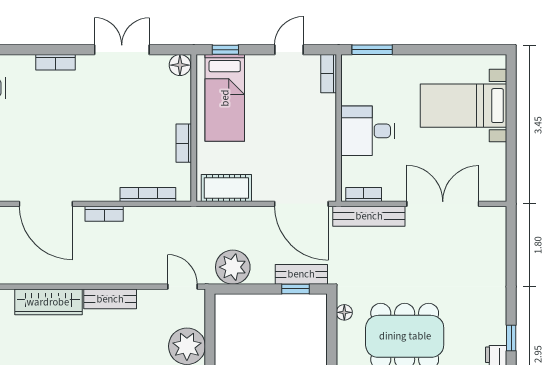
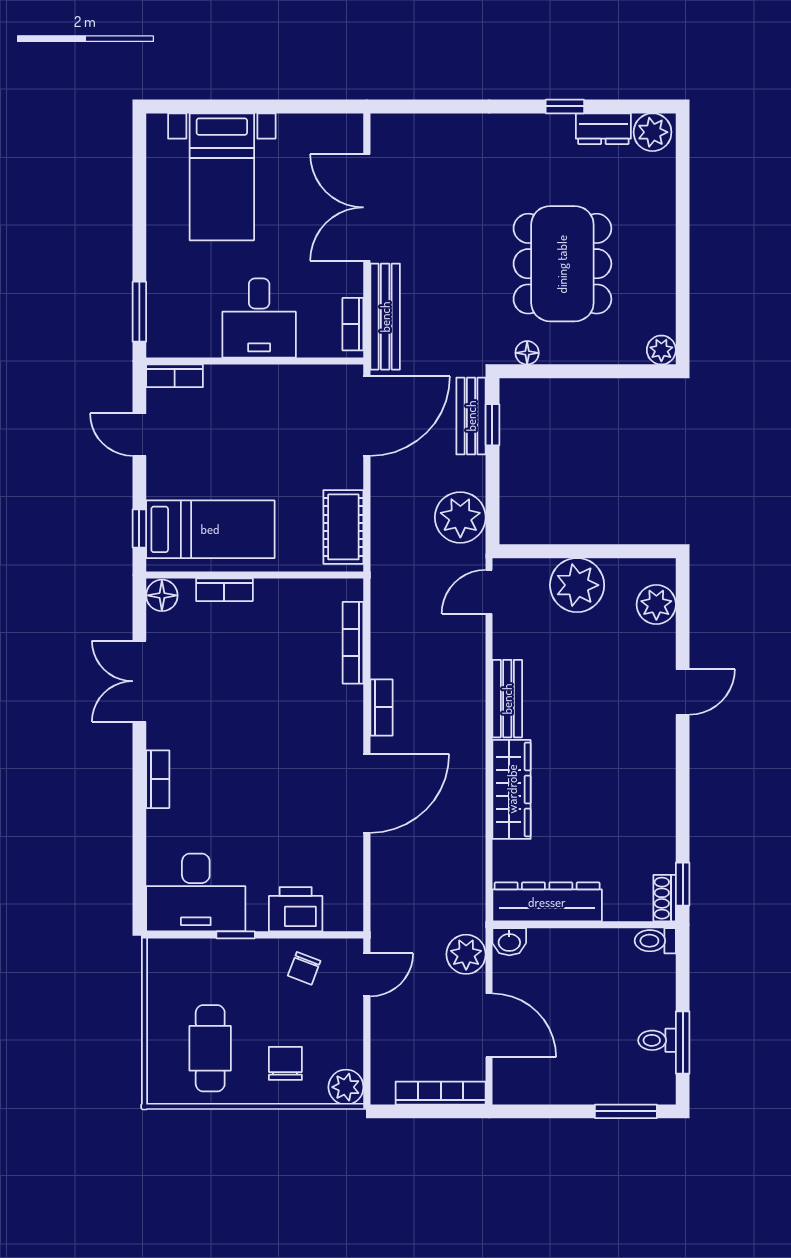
bookcase: (184, 143) -> (224, 590), moved

